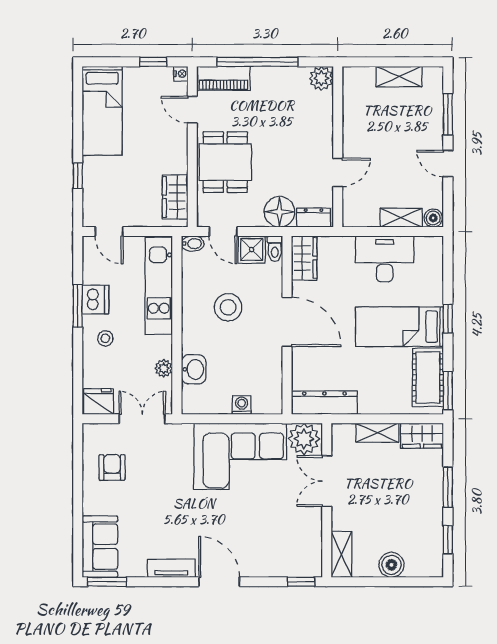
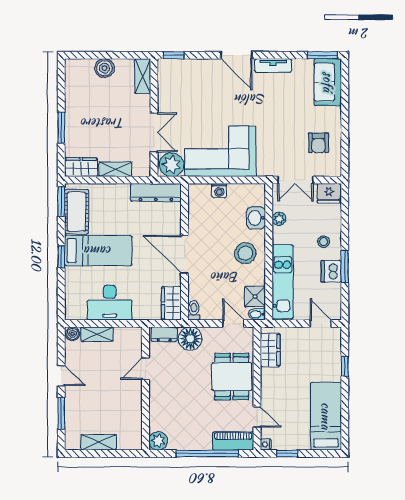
shower: (252, 250) -> (255, 297), moved
stool: (228, 307) -> (245, 253), moved
window: (448, 540) -> (61, 87), removed

